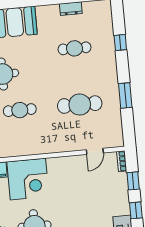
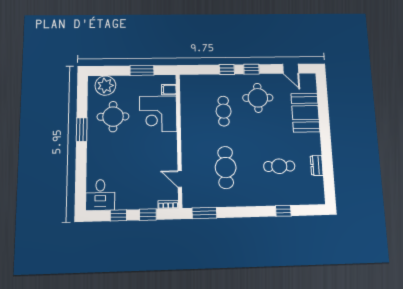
cafe table: (74, 48) -> (279, 166), turned 90
window: (125, 95) -> (204, 213), moved

